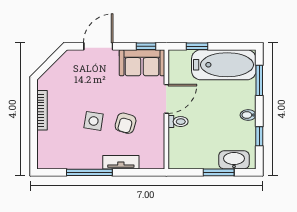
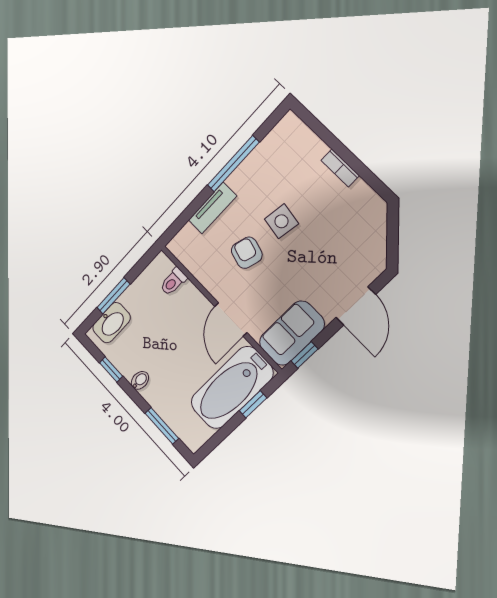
bathtub: (224, 65) -> (232, 388), moved
bookcase: (42, 110) -> (340, 168), width x0.64
toilet: (178, 122) -> (173, 282), moved

